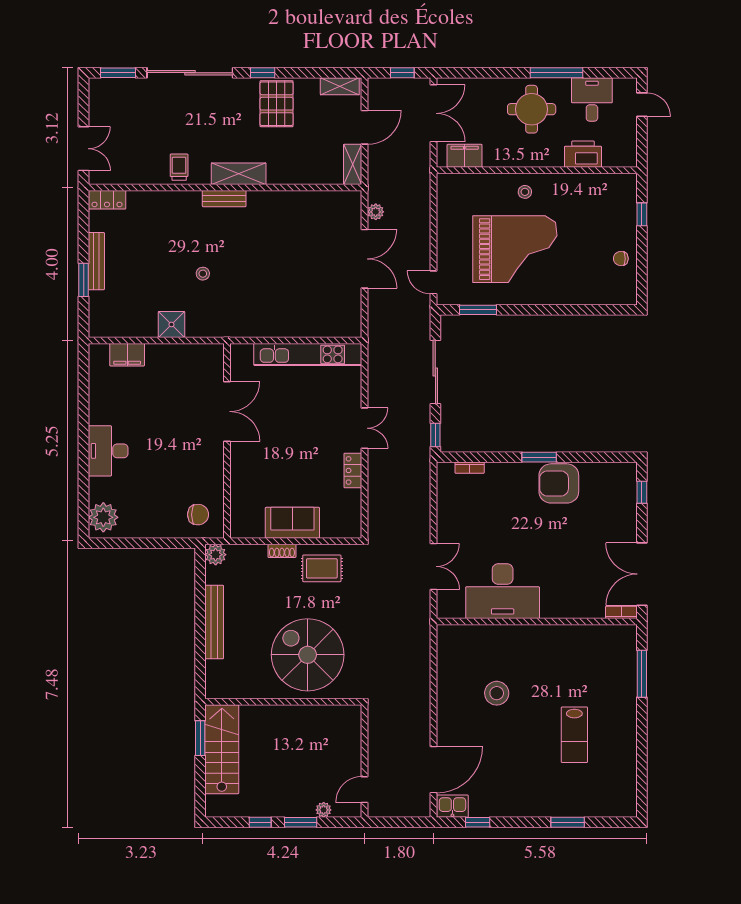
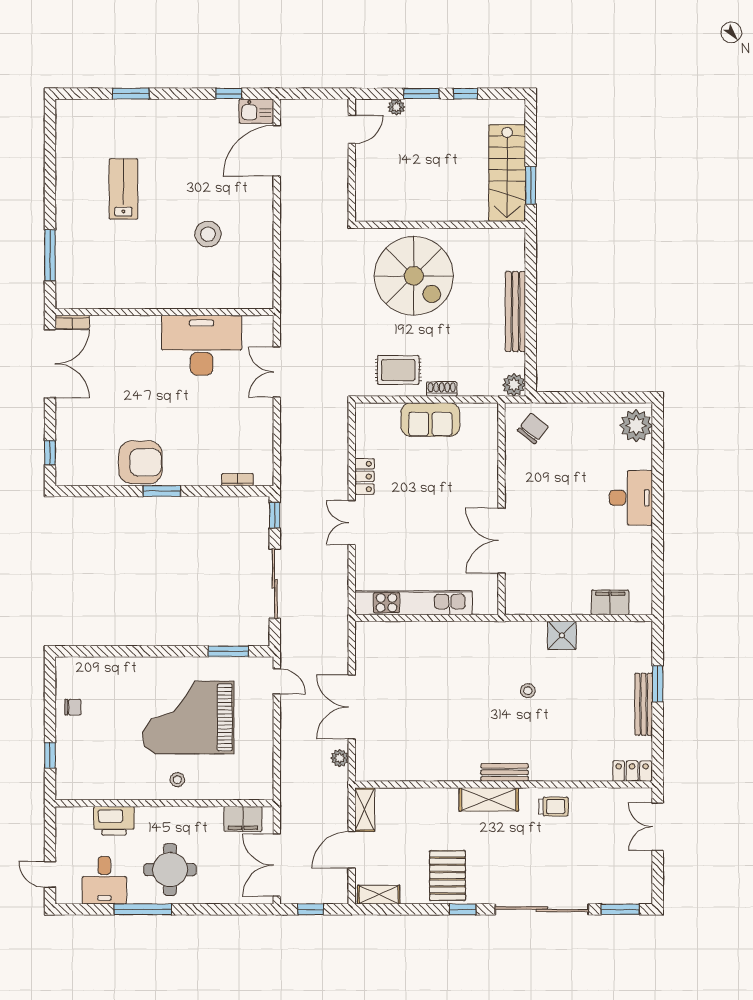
trolley: (179, 167) -> (554, 807), turned -90
chair: (198, 515) -> (533, 428), turned 128

